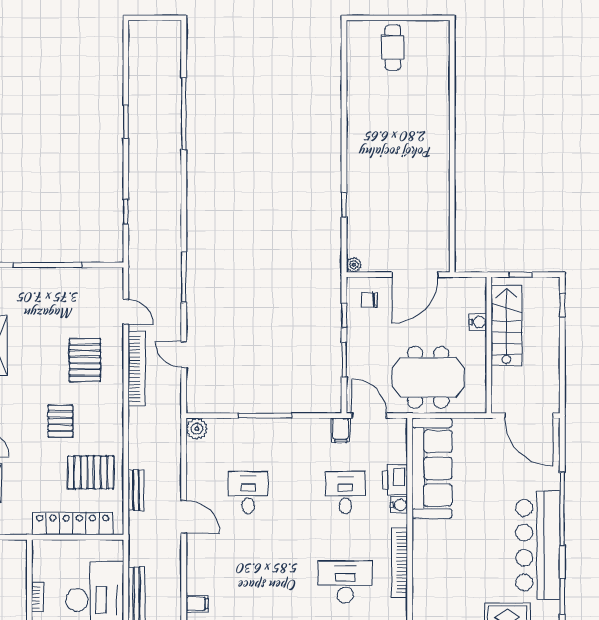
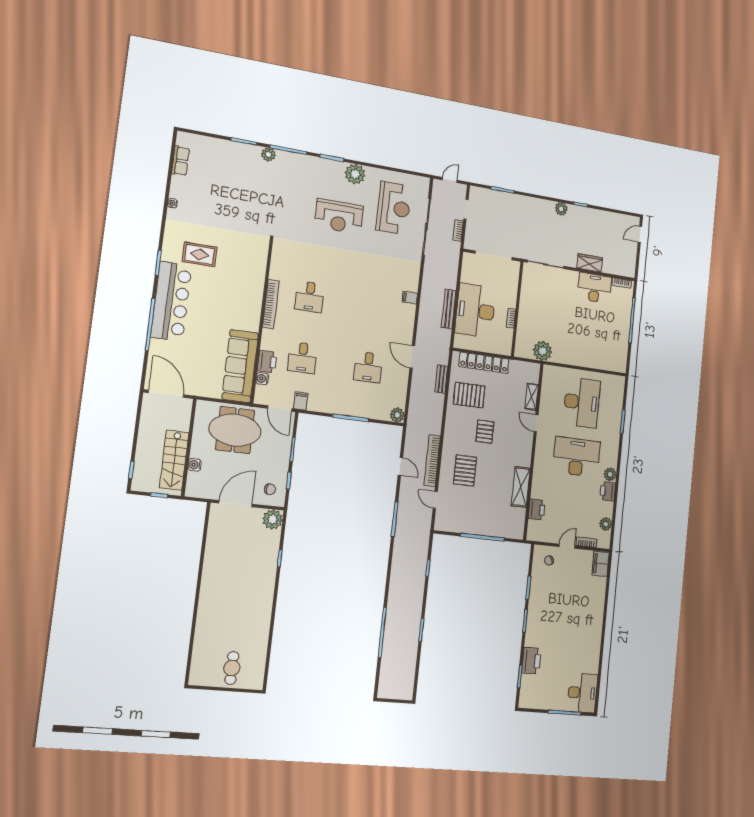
plant: (354, 265) -> (273, 519), width x1.87, depth x1.87
water cooler: (399, 505) -> (262, 379), moved
desk: (345, 582) -> (310, 297), width x0.73

